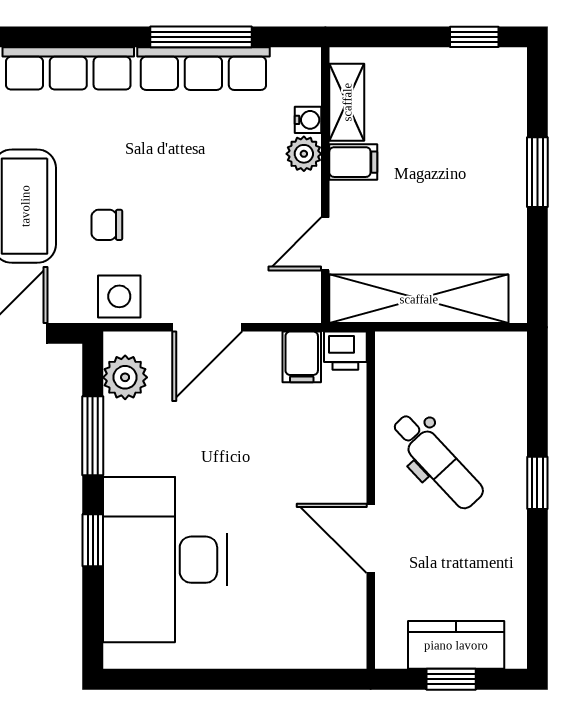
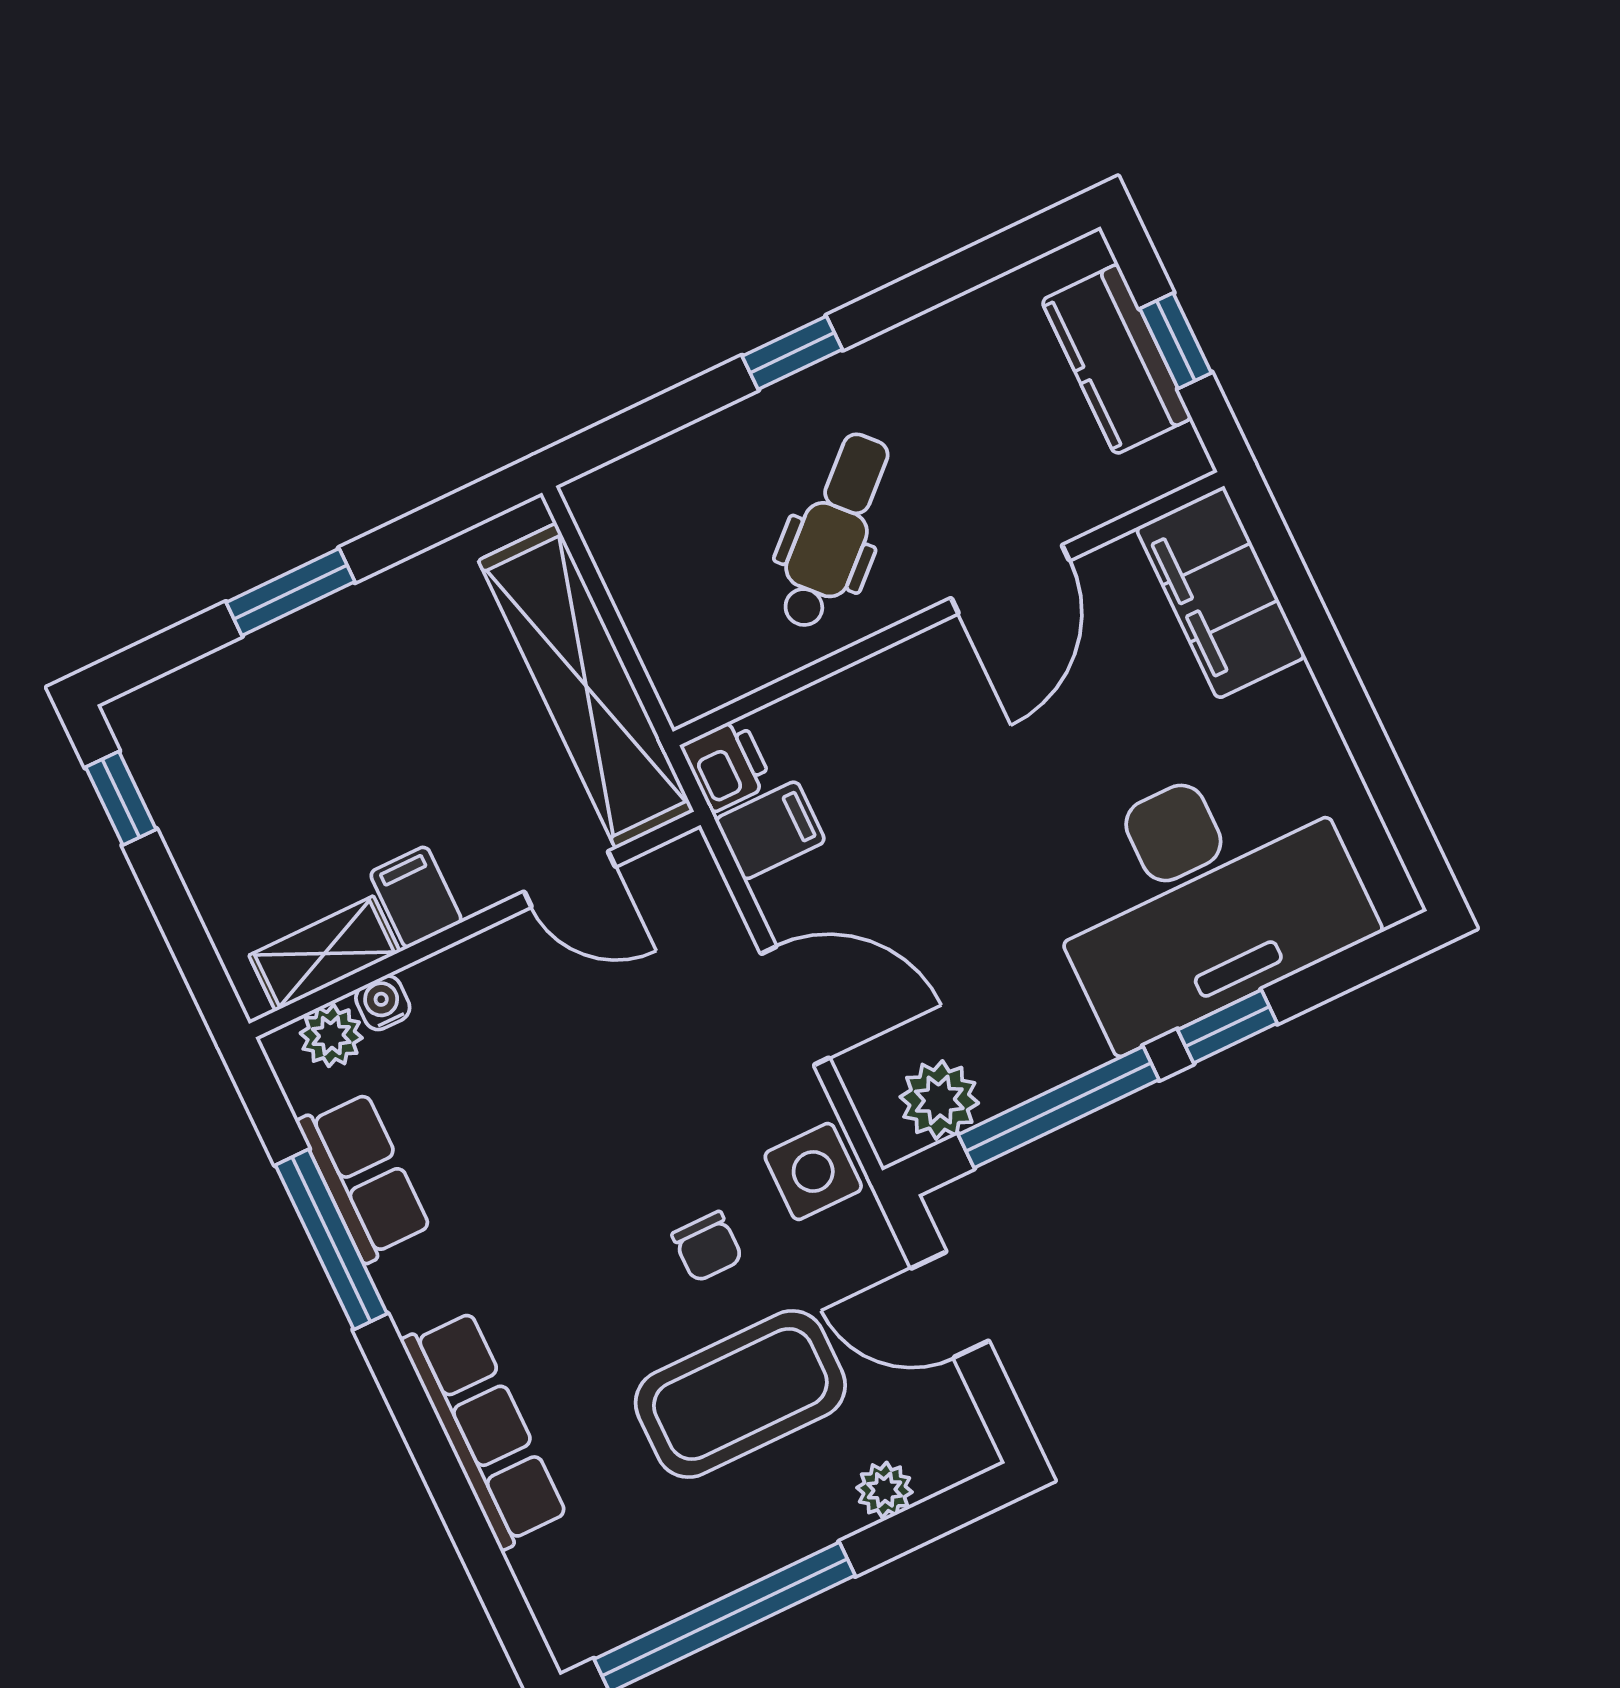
row of seats: (203, 69) -> (364, 1177), width x0.68
plant: (304, 154) -> (331, 1036), moved
window: (93, 436) -> (1059, 1107), width x1.44
filing cabinet: (313, 641) -> (1221, 592), added

